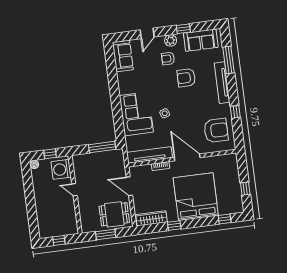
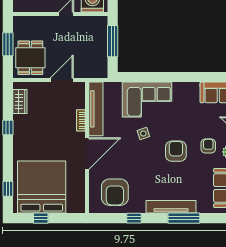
window: (229, 60) -> (184, 218), moved
armchair: (186, 78) -> (176, 151), moved
window: (102, 147) -> (113, 41), moved
bed: (196, 197) -> (42, 187), moved, turned -90
wardrobe: (151, 218) -> (20, 101), width x0.67

